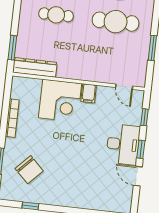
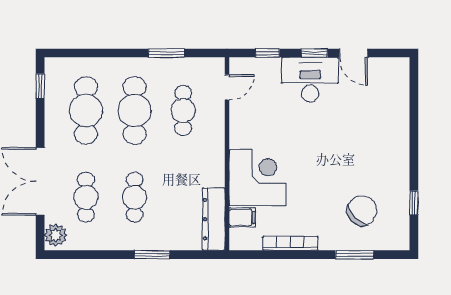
window: (12, 48) -> (152, 255), moved
cafe table: (112, 55) -> (183, 110), added
filing cabinet: (89, 93) -> (242, 217), moved
door: (138, 176) -> (354, 53), hinge flipped

